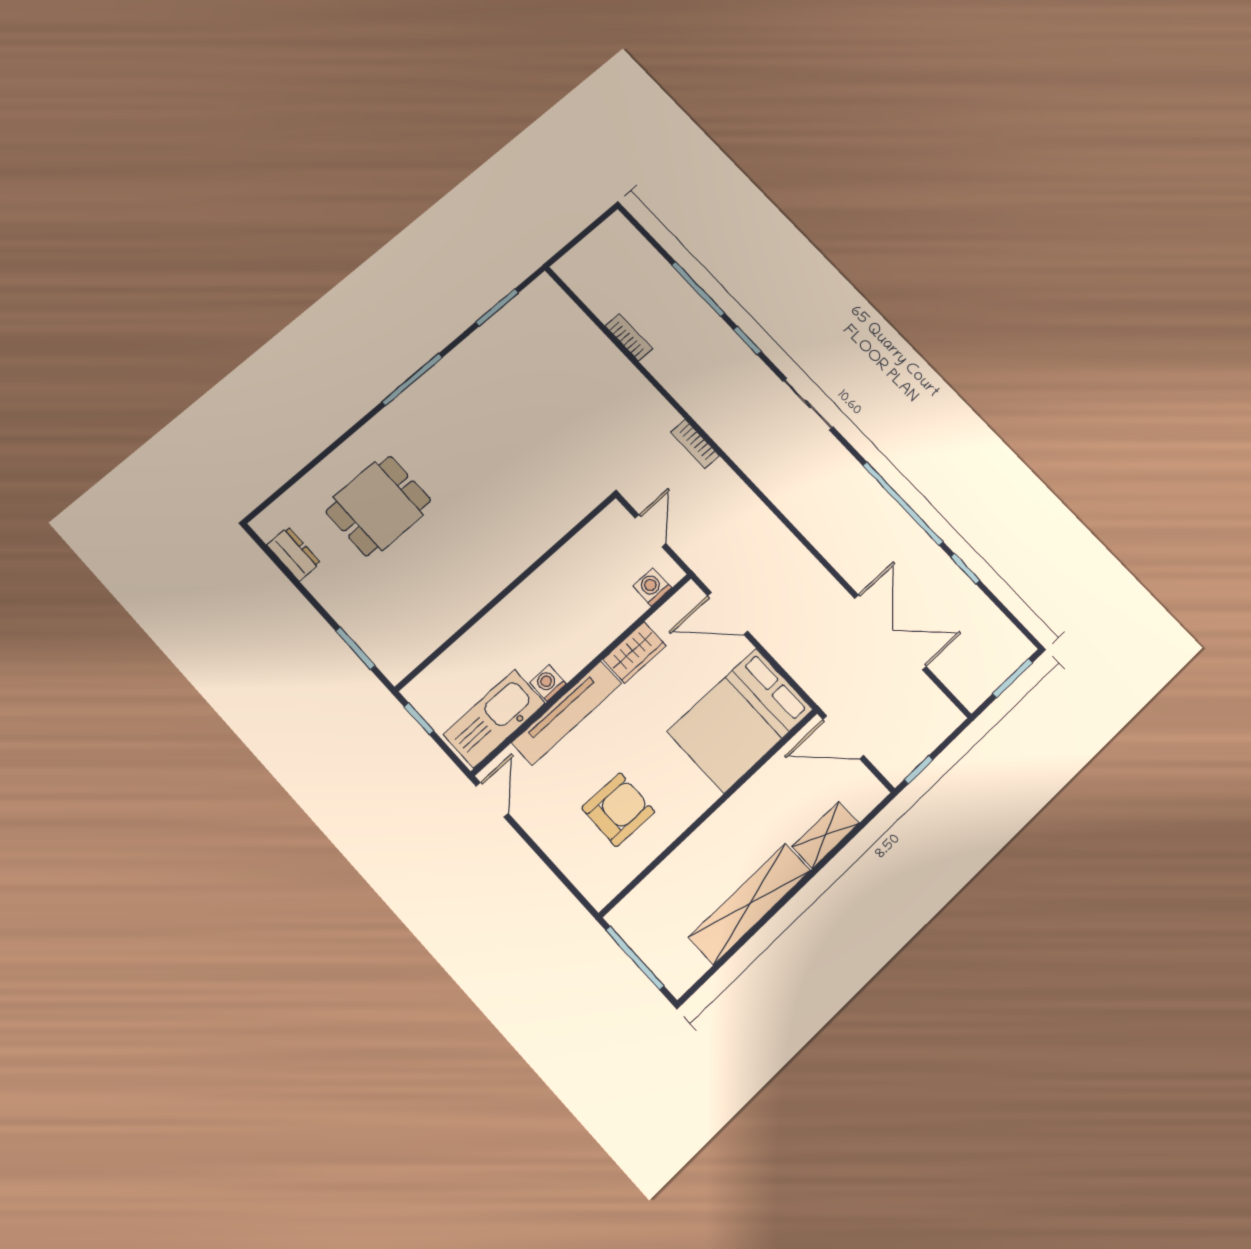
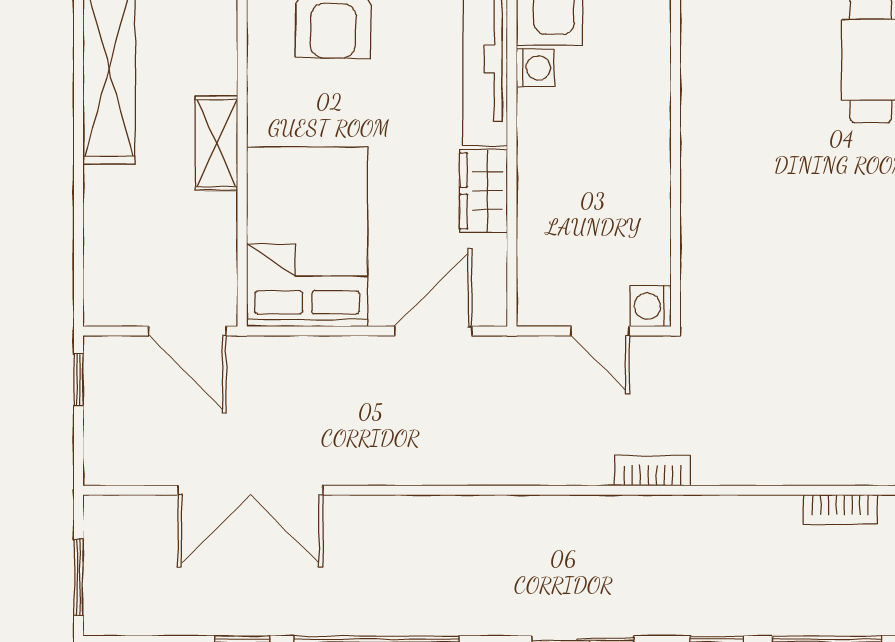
washing machine: (652, 587) -> (651, 306), moved, turned 180
door: (843, 737) -> (187, 331), swing flipped
shelving: (826, 835) -> (216, 143), moved

